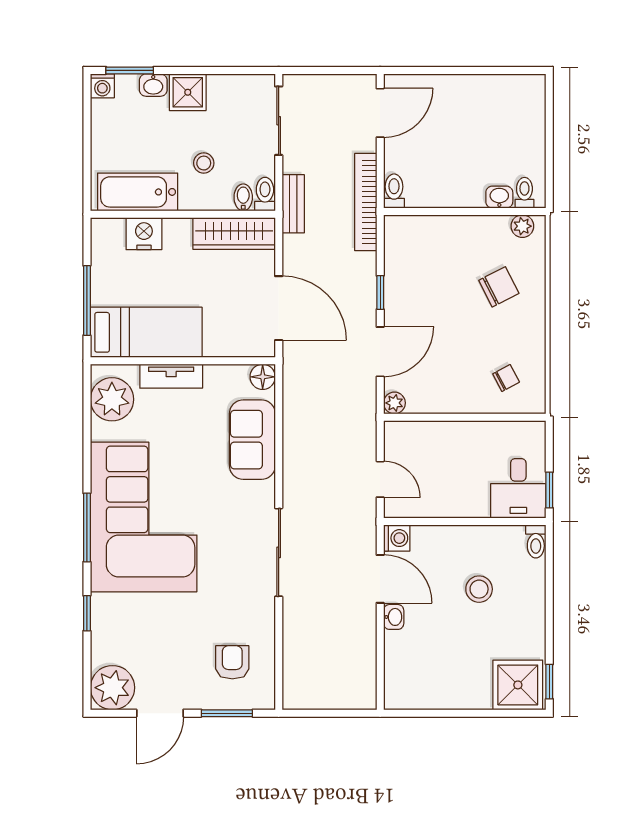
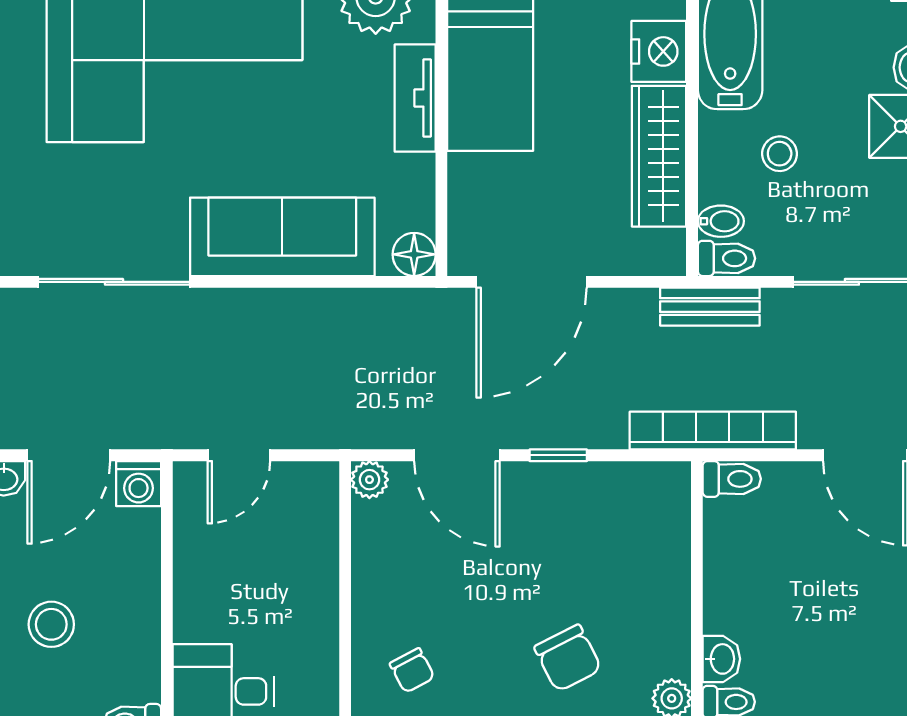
wardrobe: (234, 234) -> (659, 156), moved
sofa: (252, 440) -> (282, 237), width x1.36

